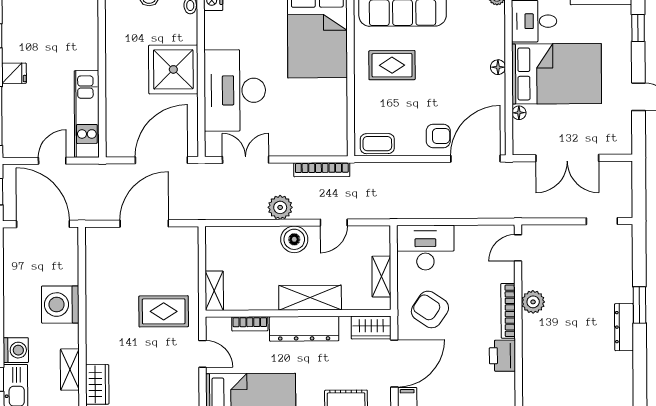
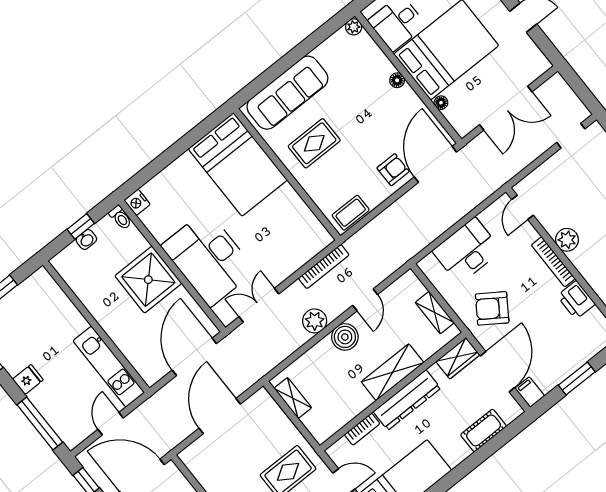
desk: (425, 248) -> (467, 251), moved
shelving: (214, 291) -> (293, 398), moved

